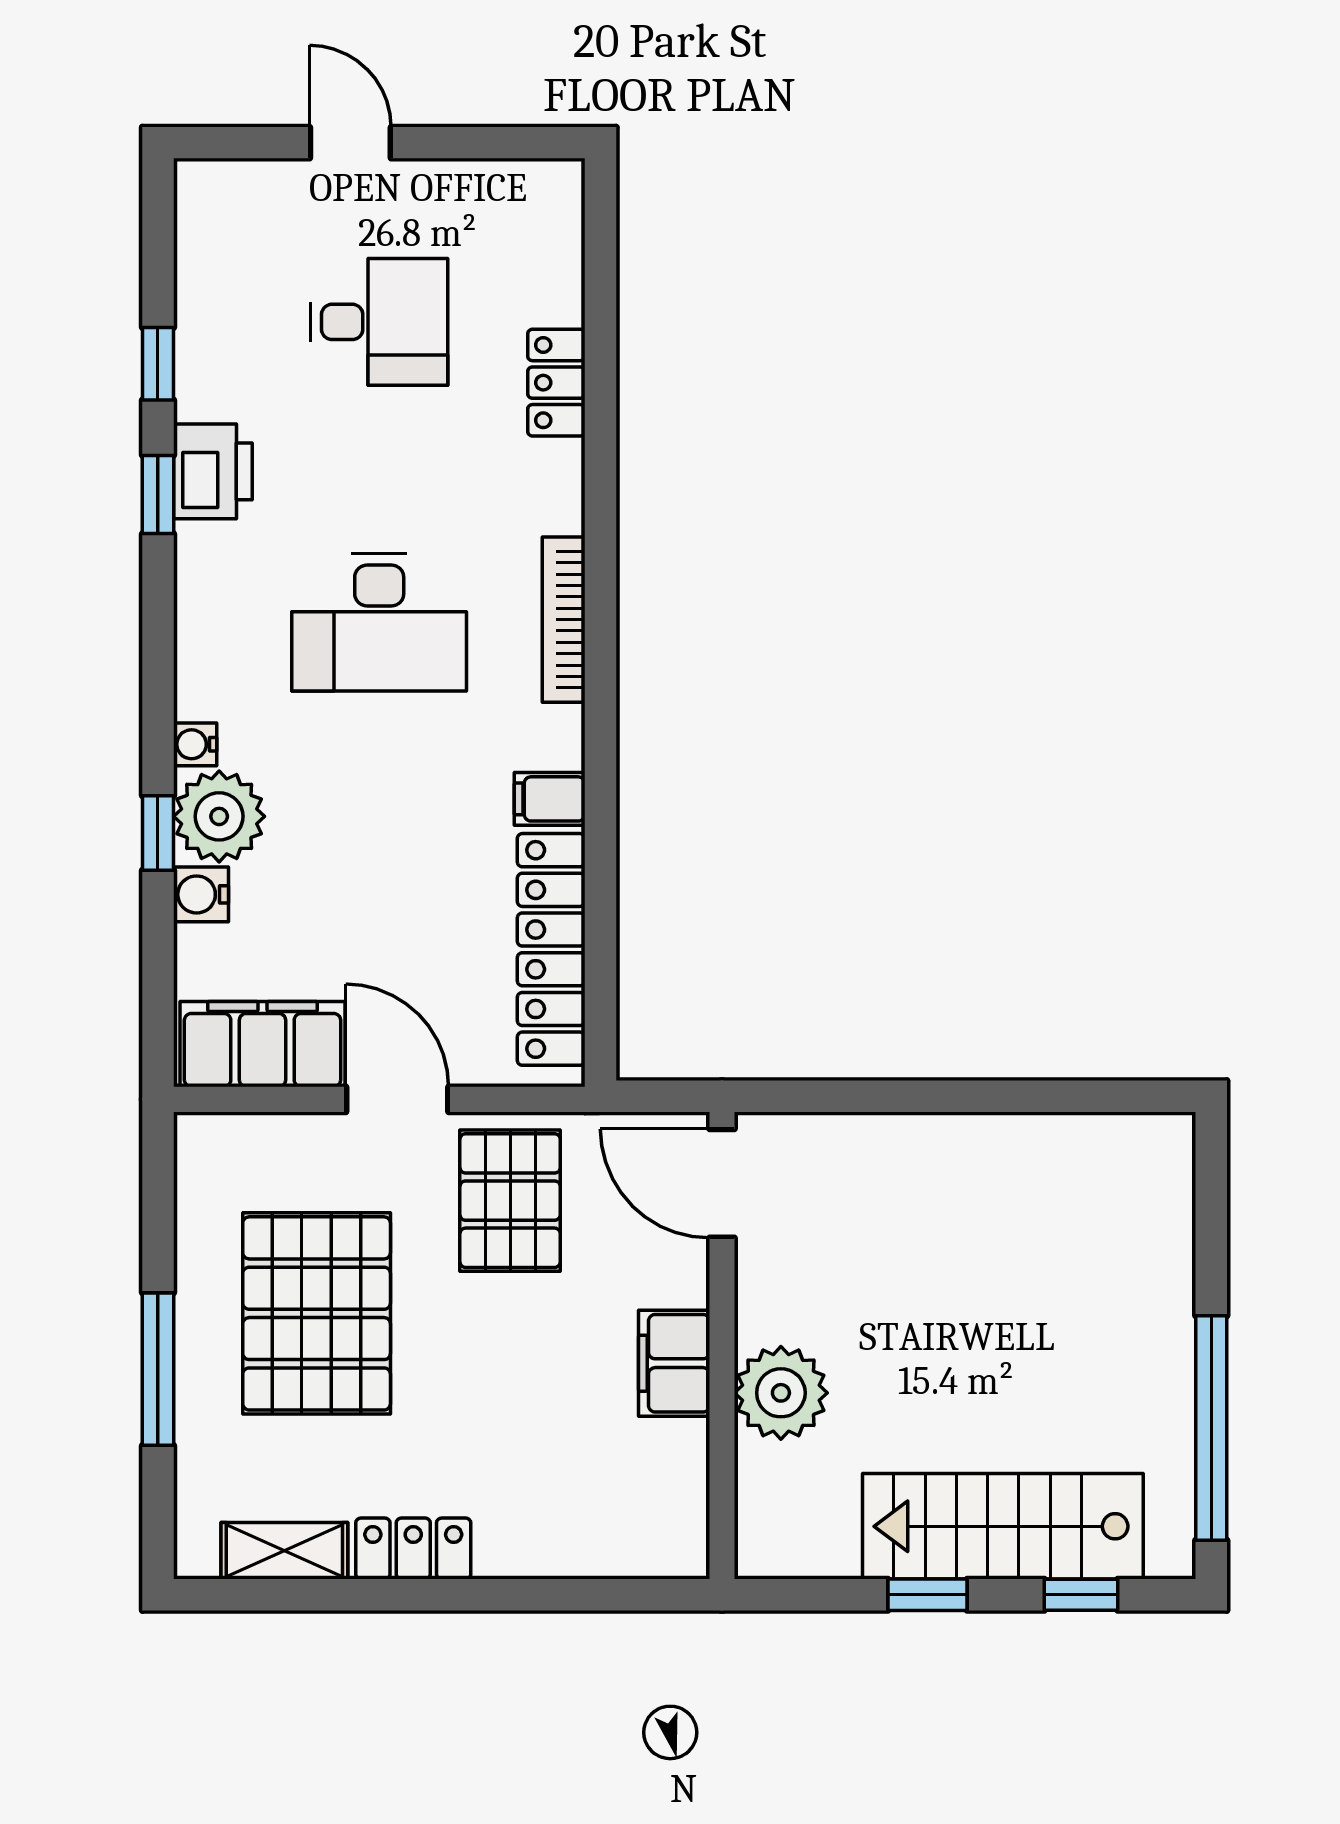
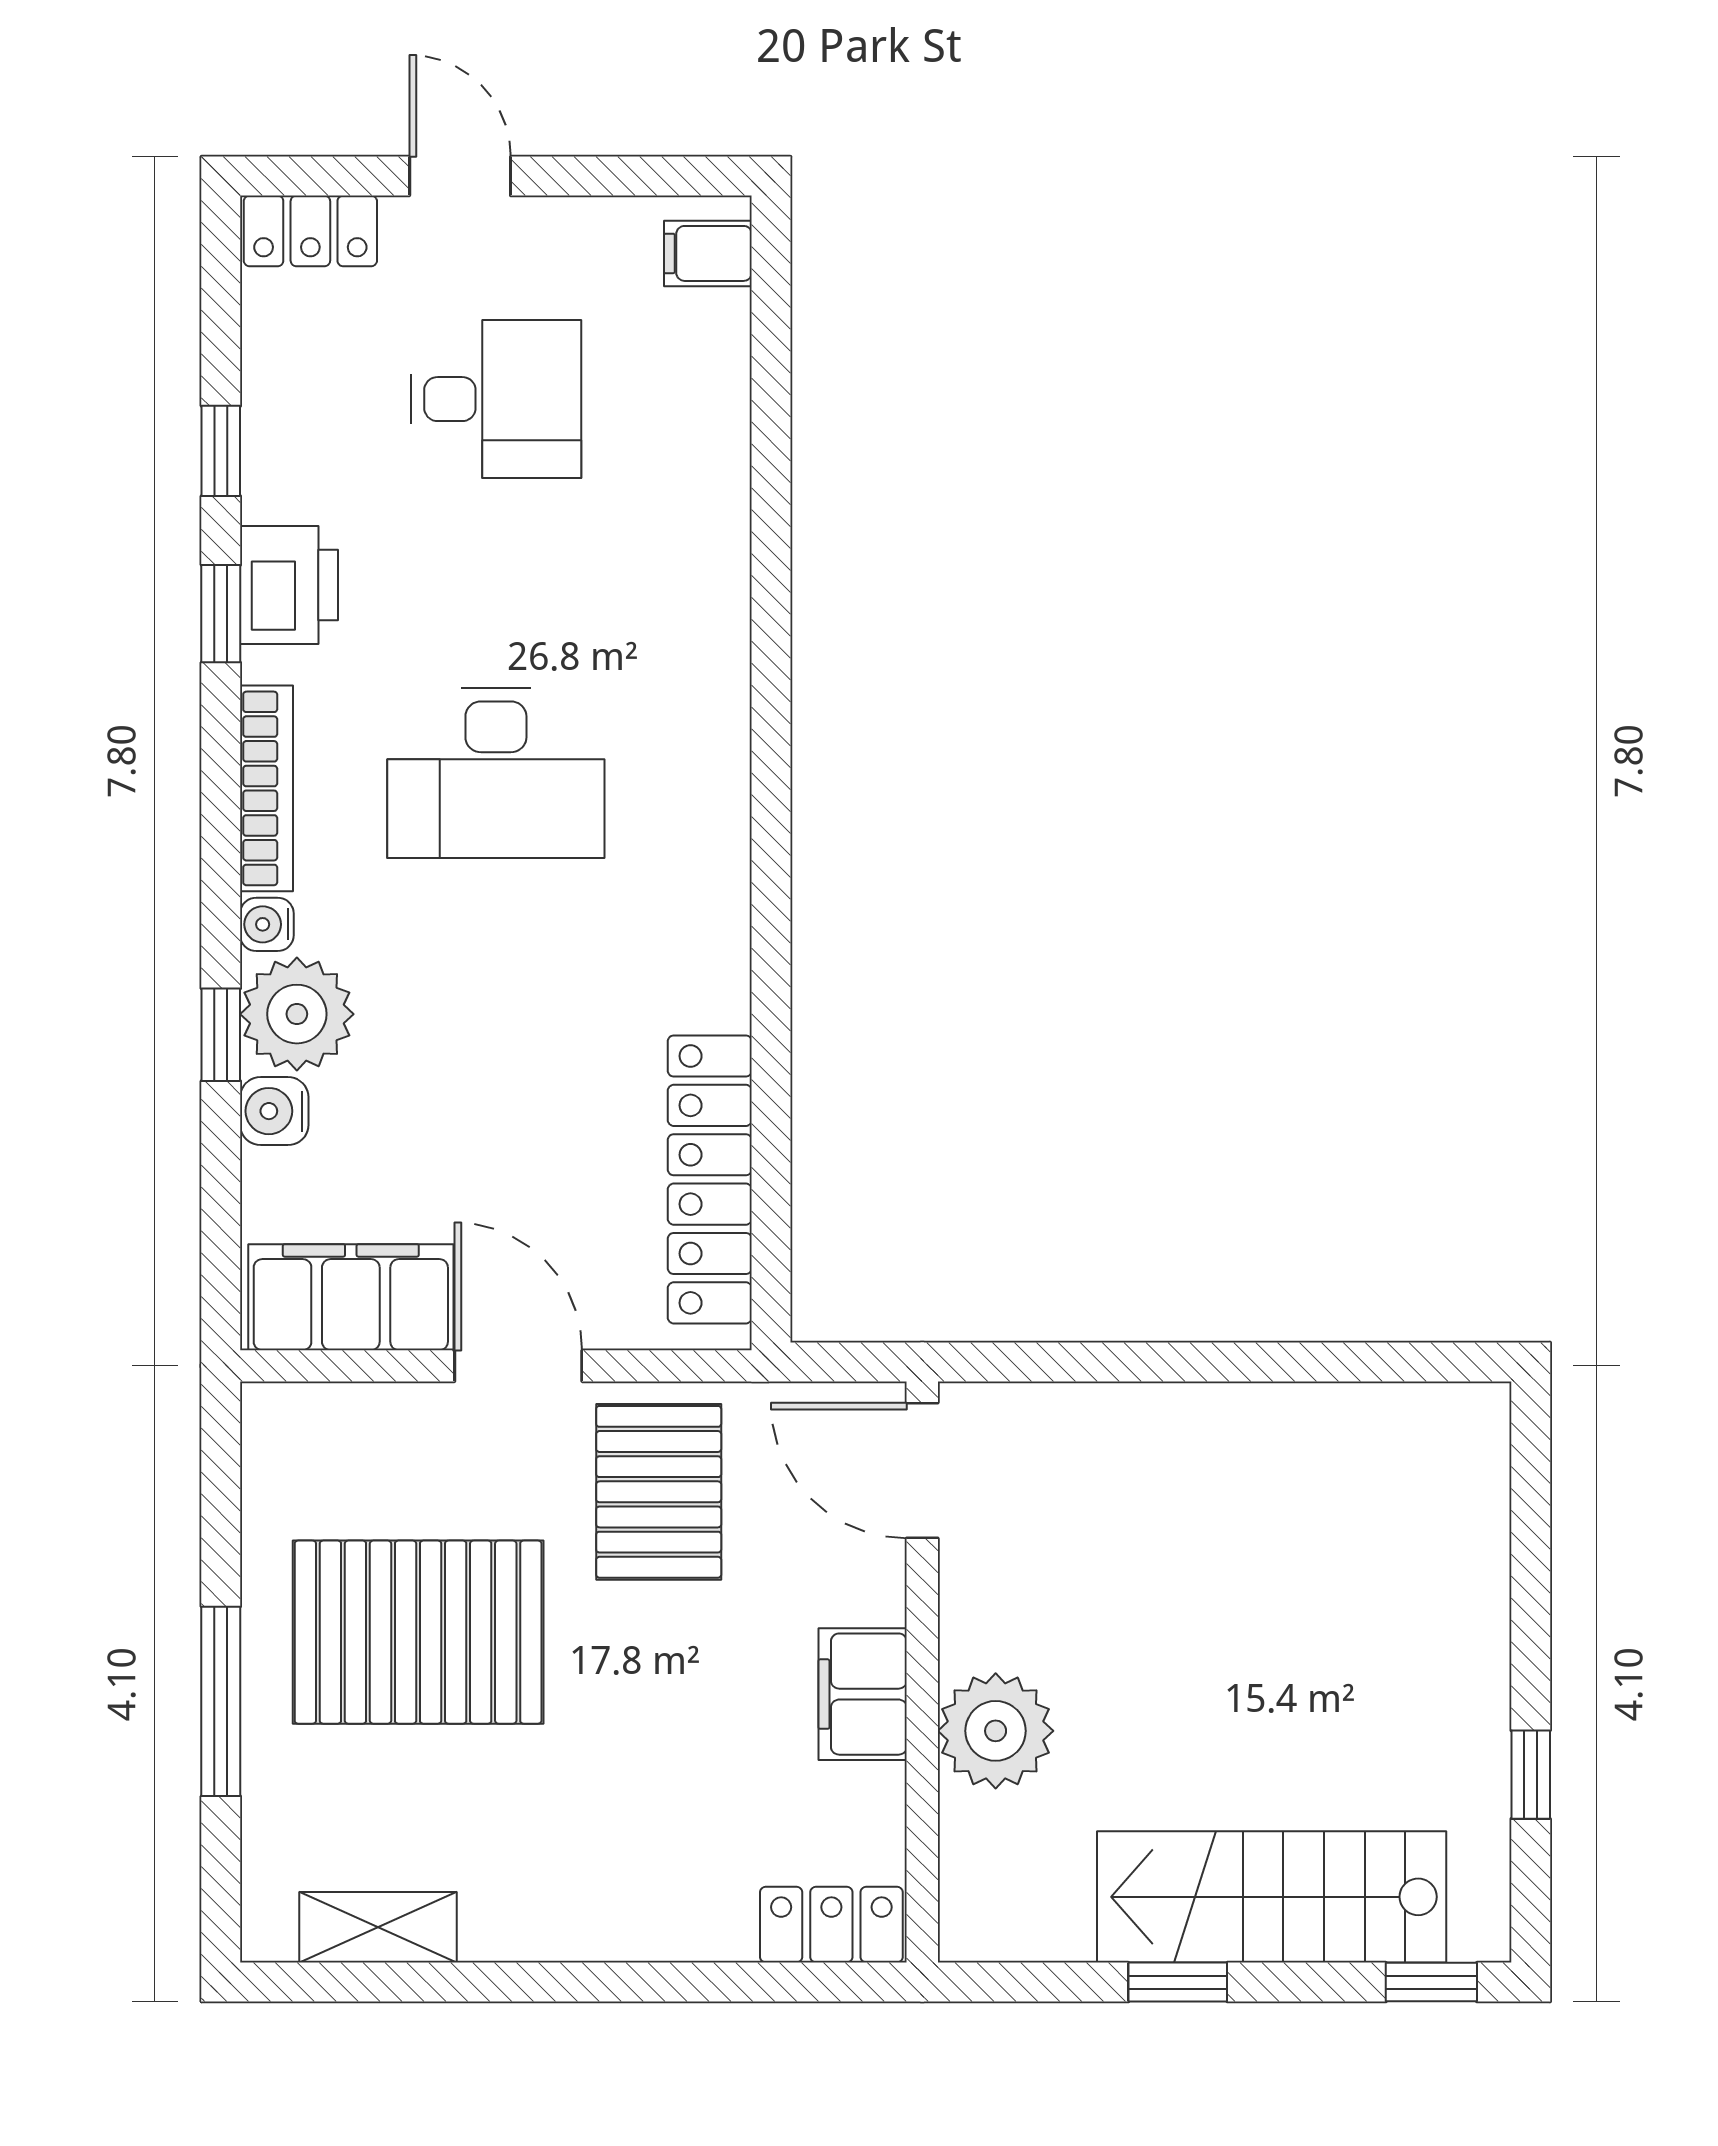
locker: (556, 383) -> (310, 231), moved, turned -90
bookcase: (564, 620) -> (267, 788), moved, turned 180
filing cabinet: (550, 799) -> (708, 253), moved
pallet: (317, 1313) -> (418, 1632), turned 90
window: (1211, 1428) -> (1531, 1775), width x0.32
locker: (413, 1549) -> (831, 1925), moved
window: (1081, 1595) -> (1431, 1982), moved

